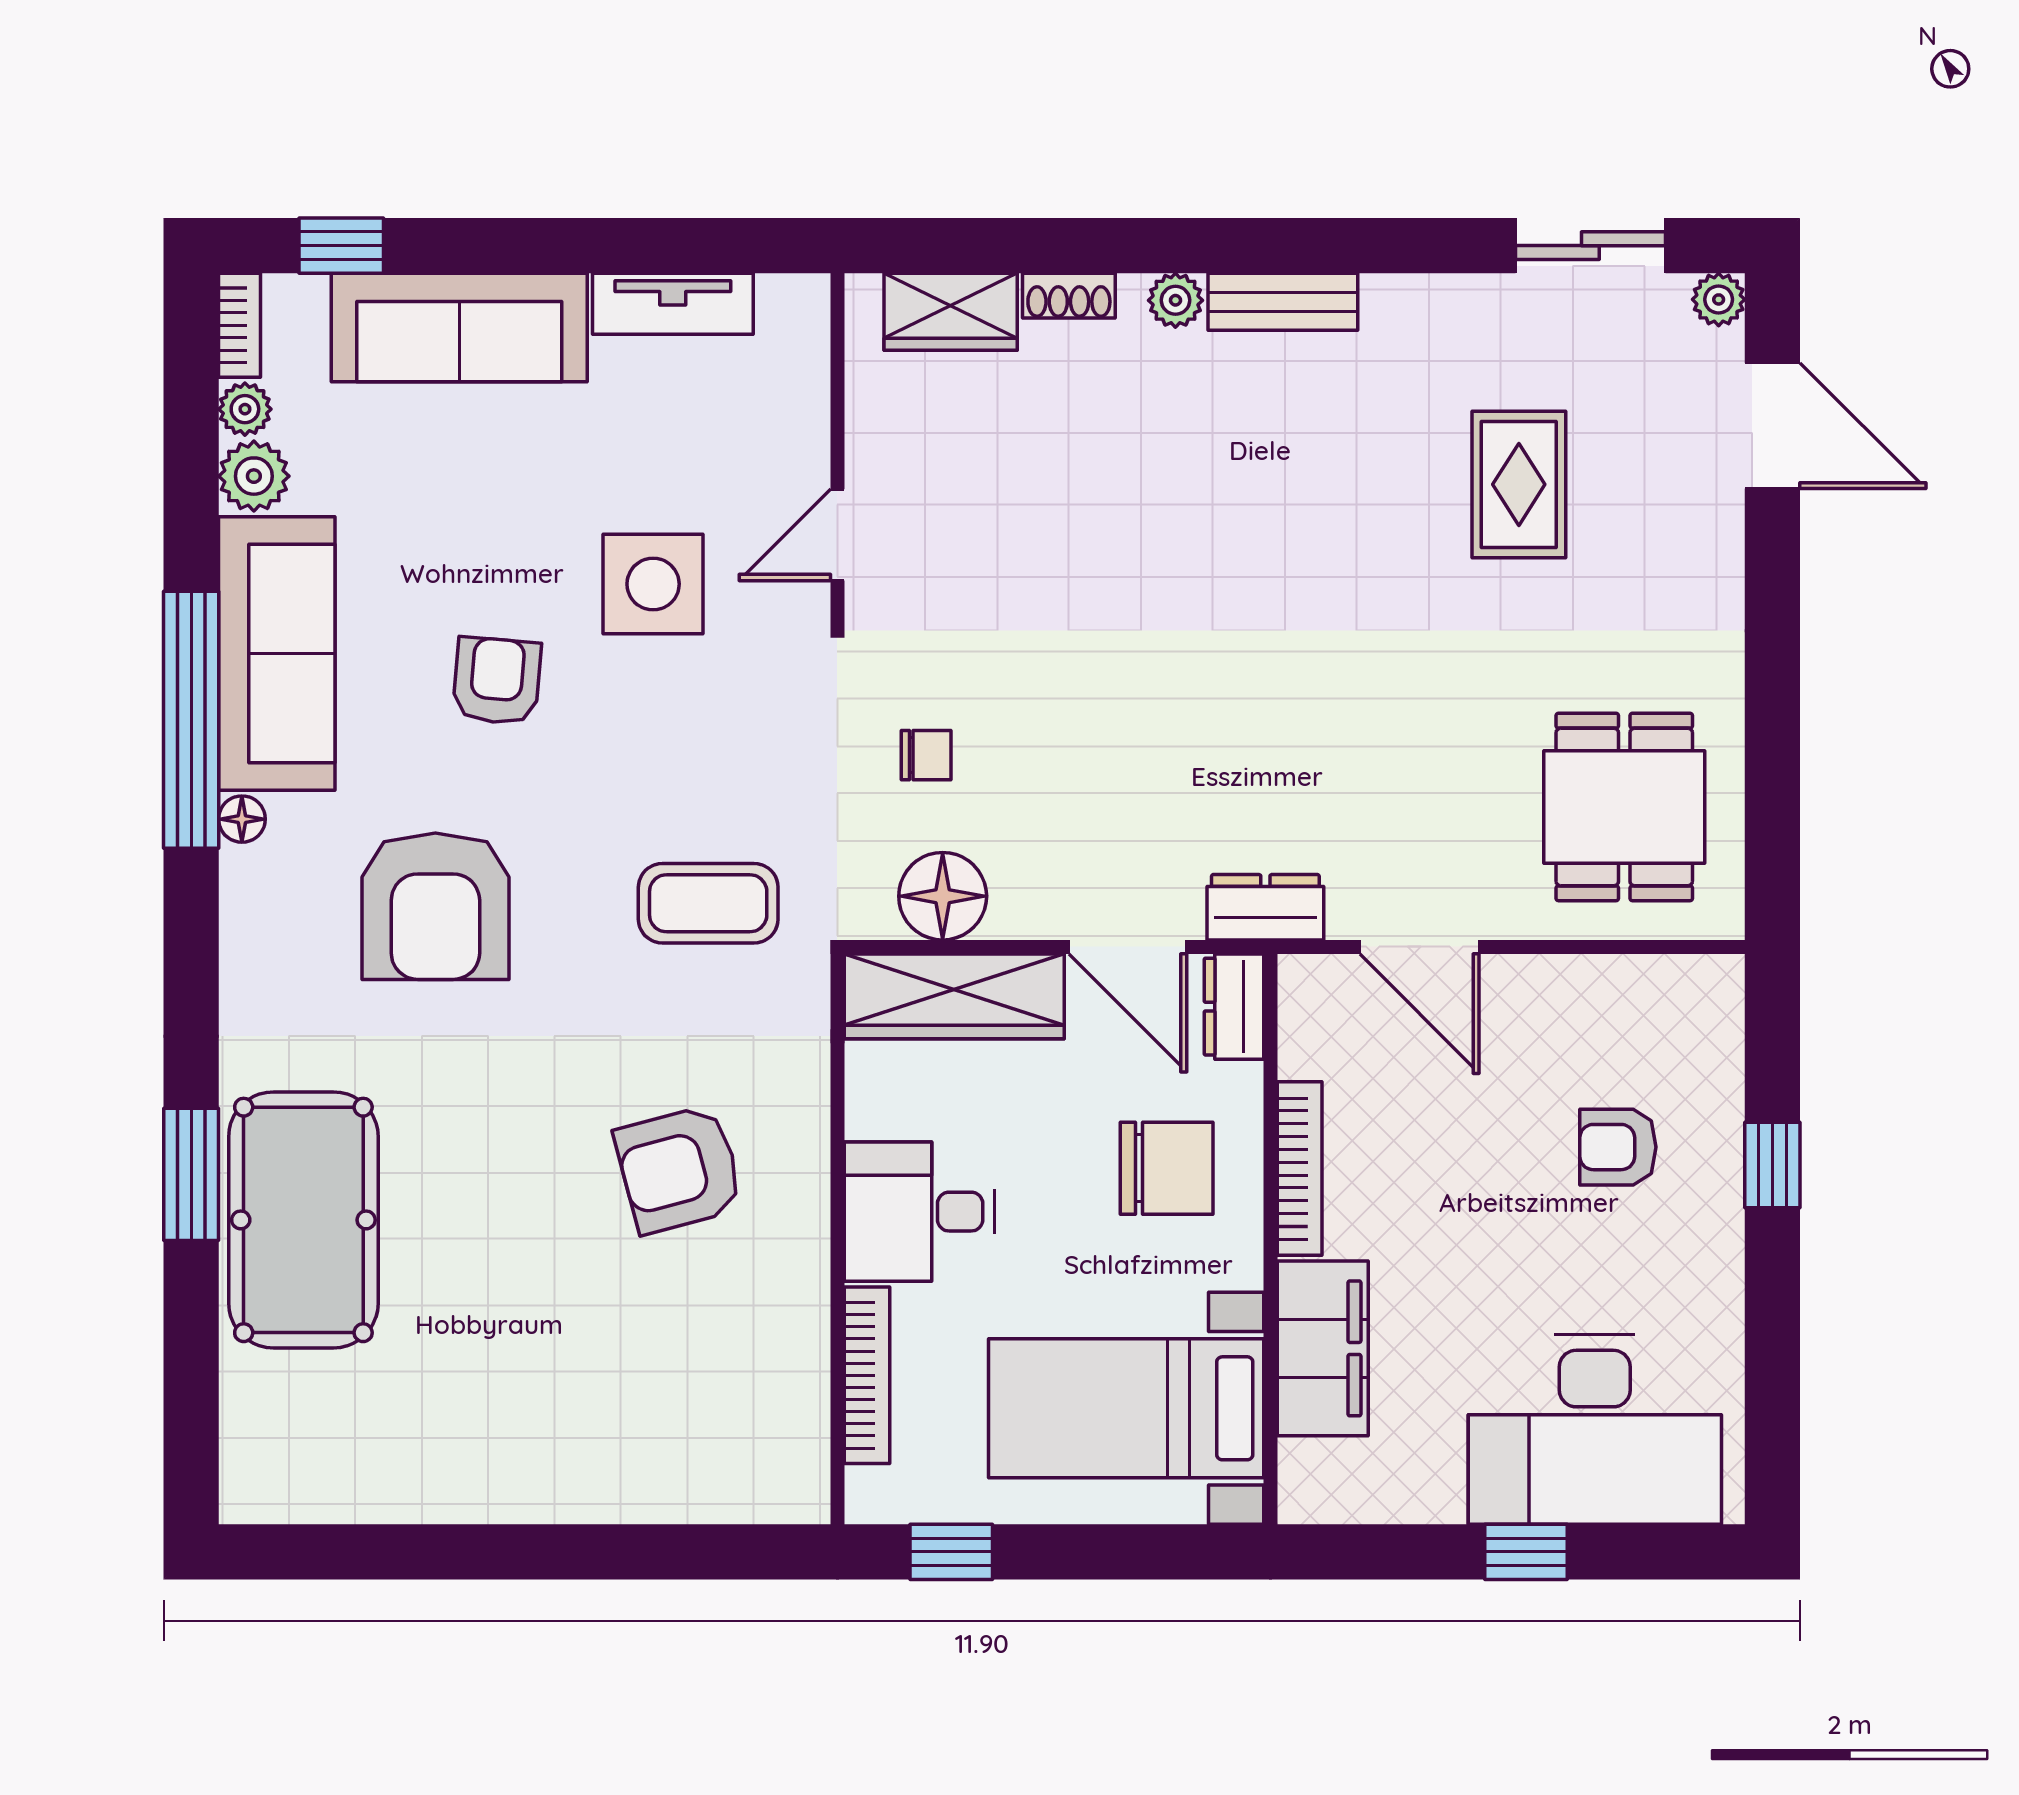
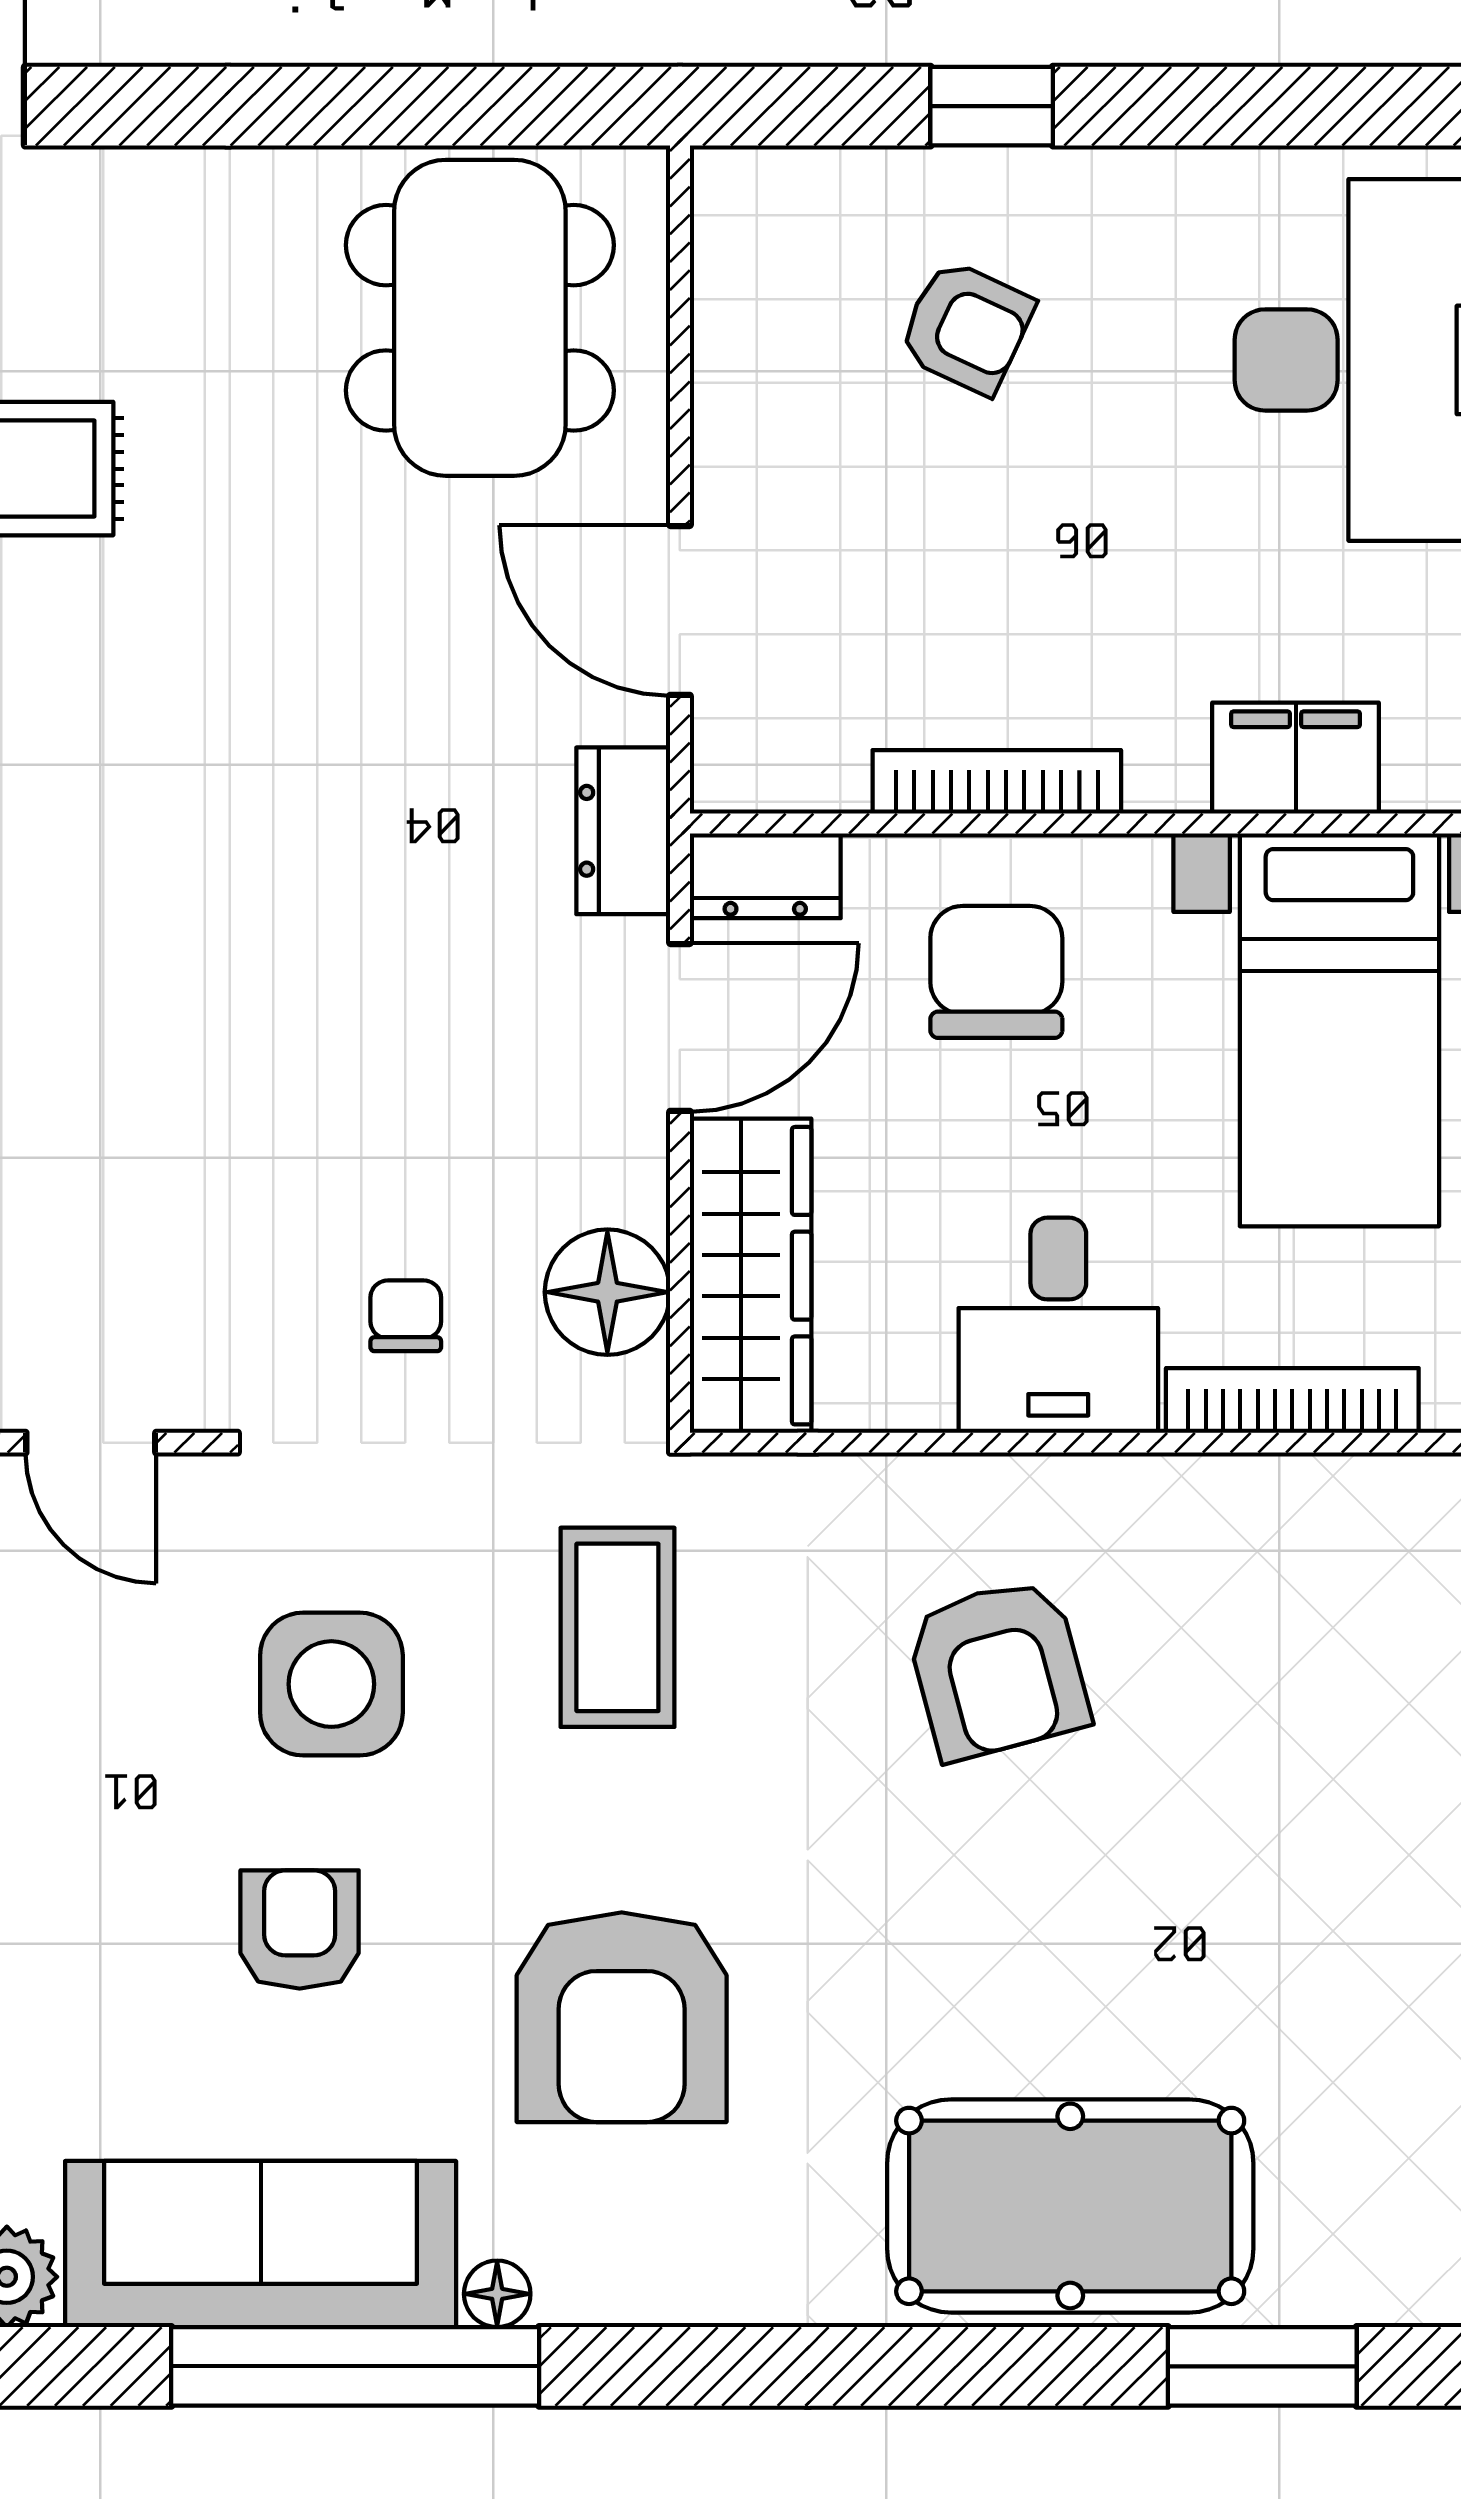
side table: (653, 584) -> (331, 1684), moved
armchair: (497, 681) -> (300, 1929), turned 85
dining table: (1624, 807) -> (480, 318), width x1.38
armchair: (435, 906) -> (622, 2017), turned 90
door: (1420, 947) -> (680, 610), swing flipped
armchair: (1618, 1147) -> (966, 327), turned -65
window: (191, 1174) -> (1262, 2366), moved
filing cabinet: (1323, 1348) -> (1296, 758), width x0.67, depth x0.86

